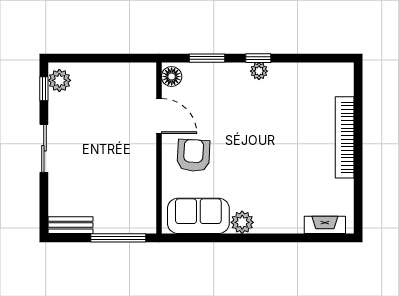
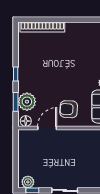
plant: (259, 71) -> (27, 102), moved, width x1.88, depth x1.88
bookcase: (345, 137) -> (42, 27), moved

